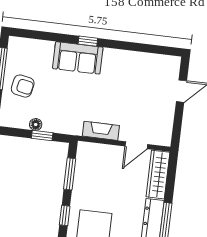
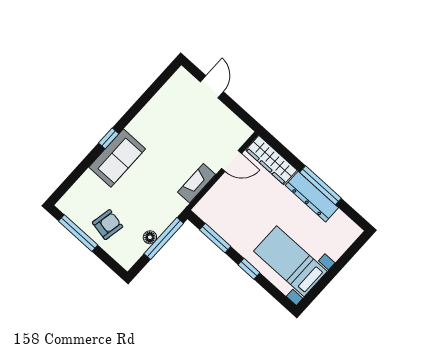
window: (42, 136) -> (164, 238), width x2.17
door: (136, 145) -> (232, 161), hinge flipped

